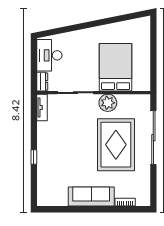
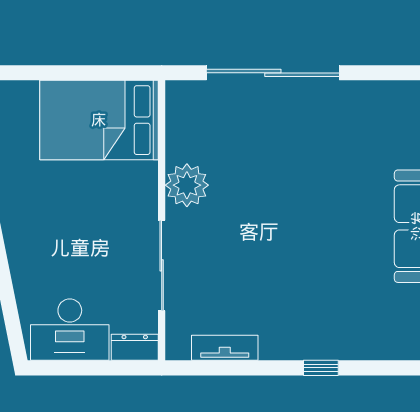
bed: (116, 67) -> (99, 120), moved
tv unit: (42, 107) -> (225, 348), moved
rug: (116, 145) -> (290, 165), removed

